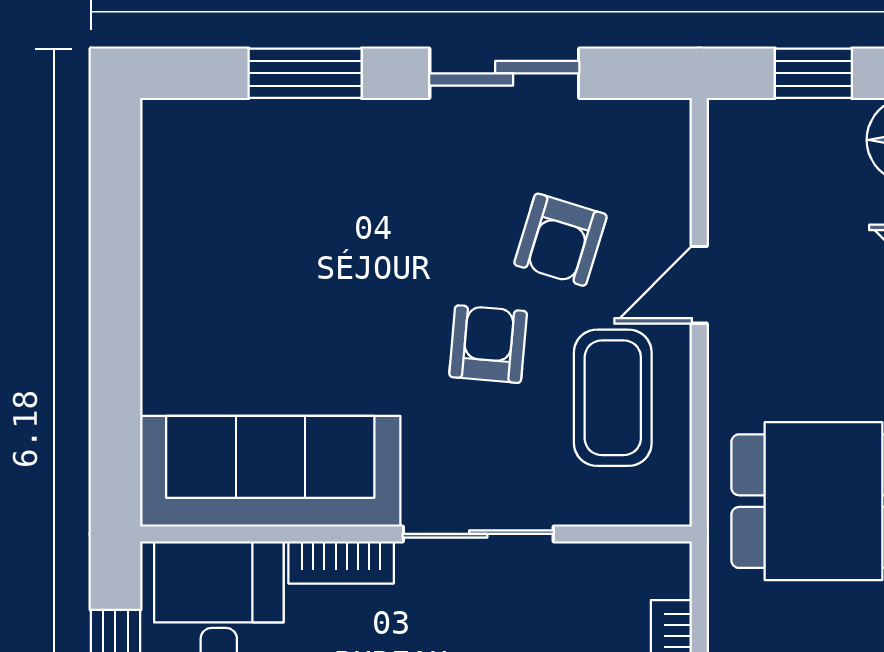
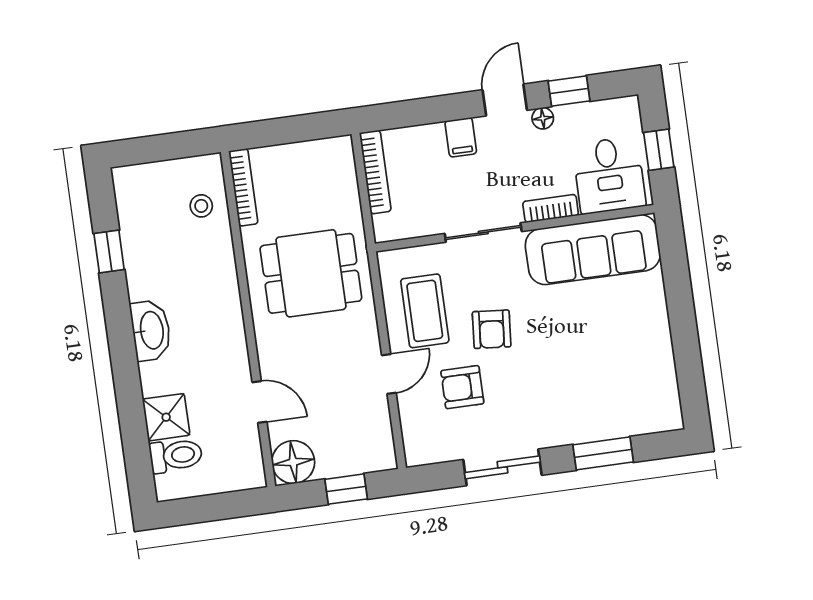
armchair: (560, 240) -> (462, 387), turned -107

